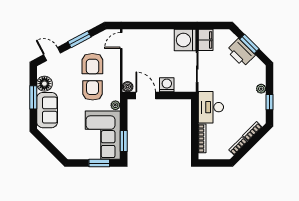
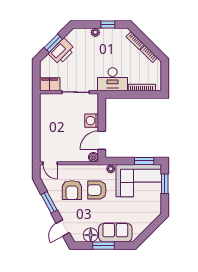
washing machine: (185, 40) -> (50, 103), removed
armchair: (92, 64) -> (72, 190), turned 90

